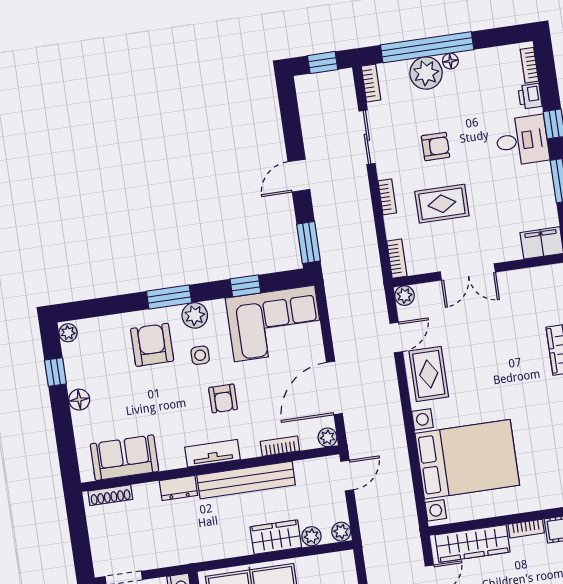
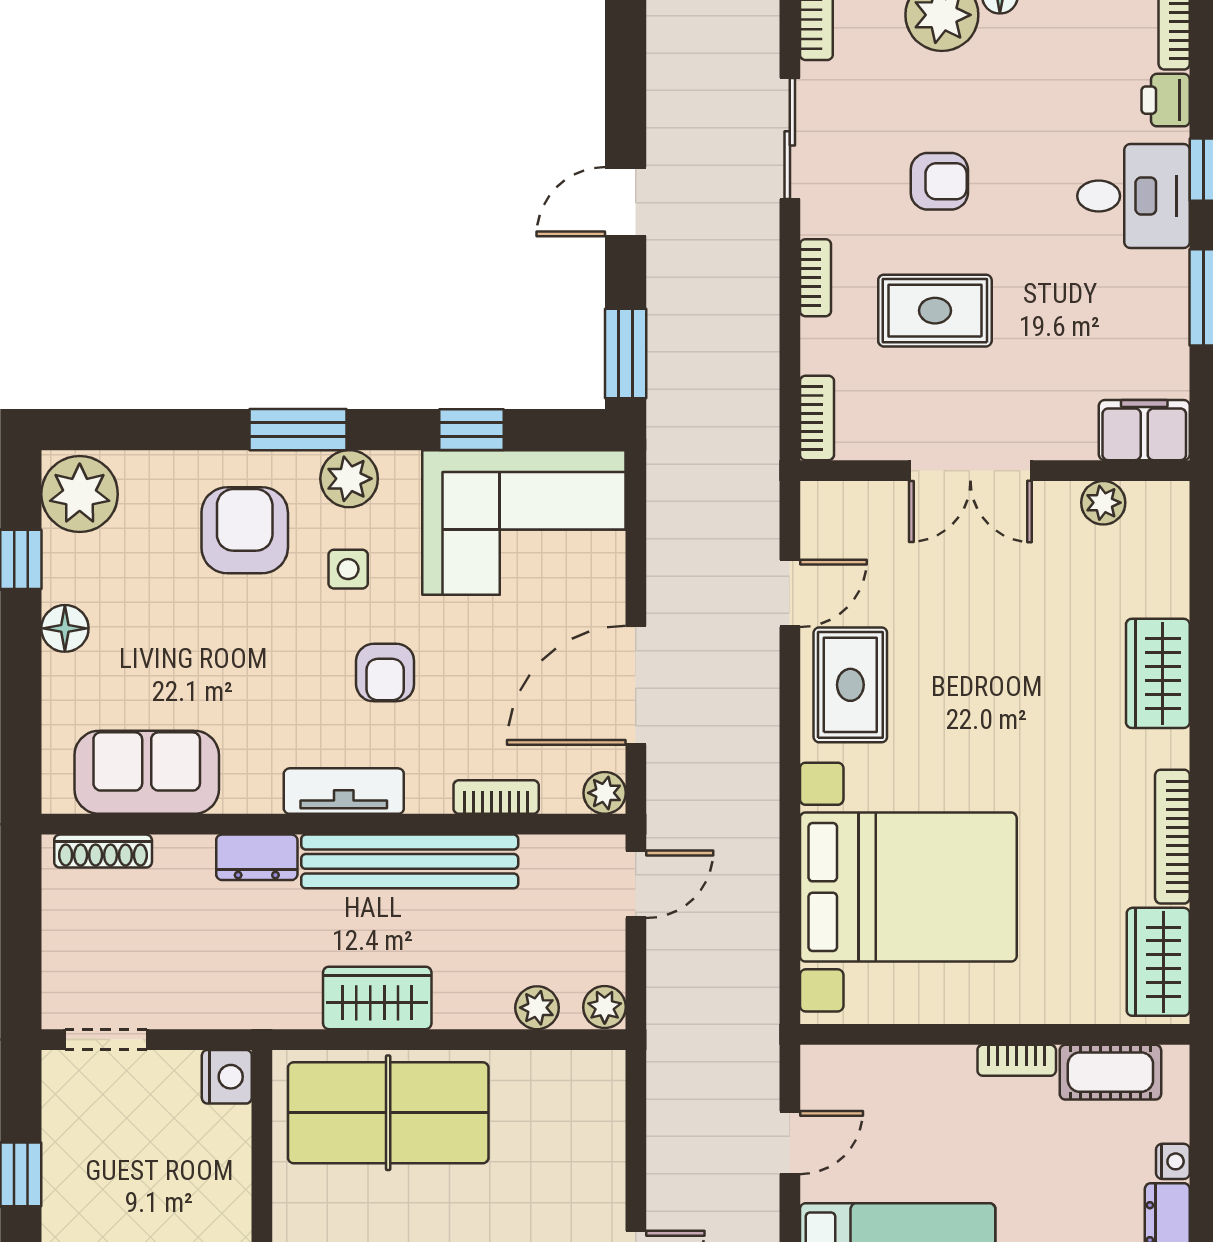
plant: (405, 296) -> (1103, 503), moved
plant: (68, 333) -> (80, 494), width x1.87, depth x1.87
wardrobe: (276, 537) -> (377, 998), moved
wardrobe: (473, 543) -> (893, 1076), removed

